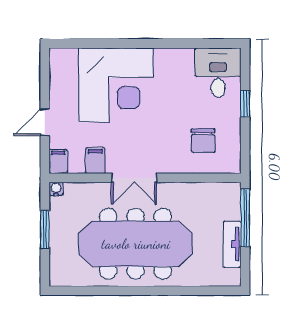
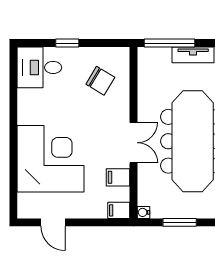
door: (45, 122) -> (53, 222), moved
chair: (203, 141) -> (100, 81), turned 31

